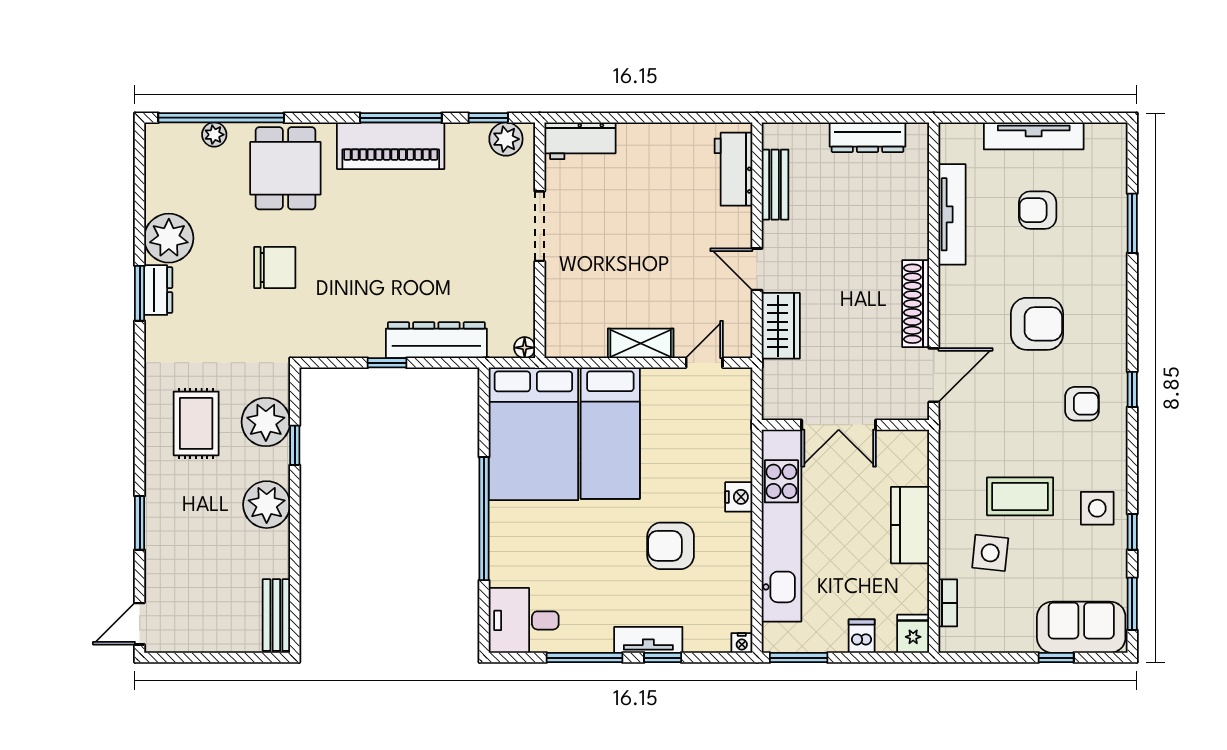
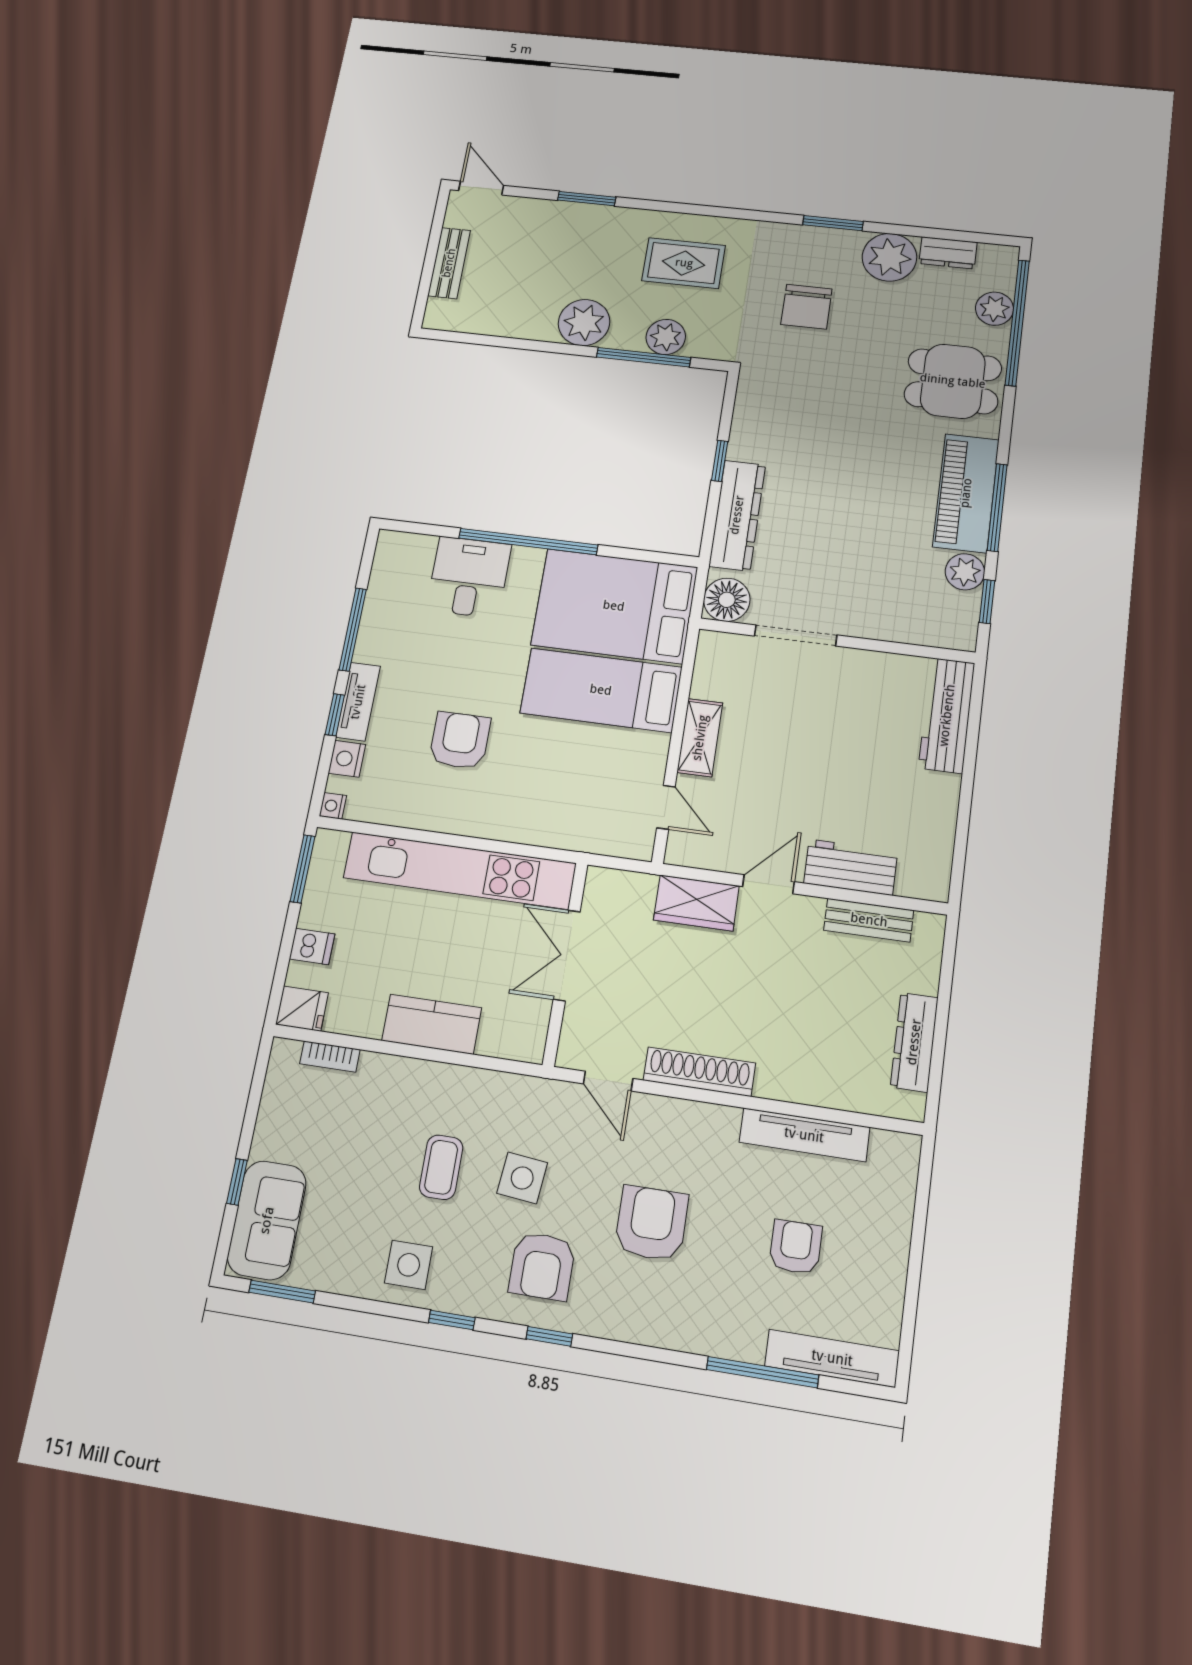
plant: (214, 135) -> (994, 309), width x1.38, depth x1.38
tv unit: (1034, 136) -> (832, 1358), moved, turned 90
plant: (506, 139) -> (965, 572), moved
workbench: (580, 141) -> (947, 715), width x1.38
workbench: (733, 169) -> (851, 867), moved
window: (1132, 223) -> (762, 1372), width x1.44
doorway: (540, 226) -> (796, 635), moved
chair: (275, 267) -> (806, 307), moved
dresser: (158, 290) -> (948, 253), moved
armchair: (1037, 324) -> (651, 1223), turned 180
floor lamp: (525, 348) -> (727, 600), width x1.89, depth x1.89
door: (934, 375) -> (608, 1081), width x0.73
armchair: (1082, 404) -> (542, 1266), width x1.38, depth x1.38
plant: (266, 422) -> (666, 337), width x0.73, depth x0.73
window: (295, 445) -> (644, 357), width x2.17
coffee table: (1020, 496) -> (441, 1167), width x0.73, depth x0.77
nightstand: (739, 497) -> (347, 759), moved, turned 90
window: (1132, 532) -> (452, 1320), moved
side table: (990, 553) -> (522, 1178), moved
bench: (276, 615) -> (449, 263), moved, turned 90
desk: (524, 620) -> (469, 577), moved

